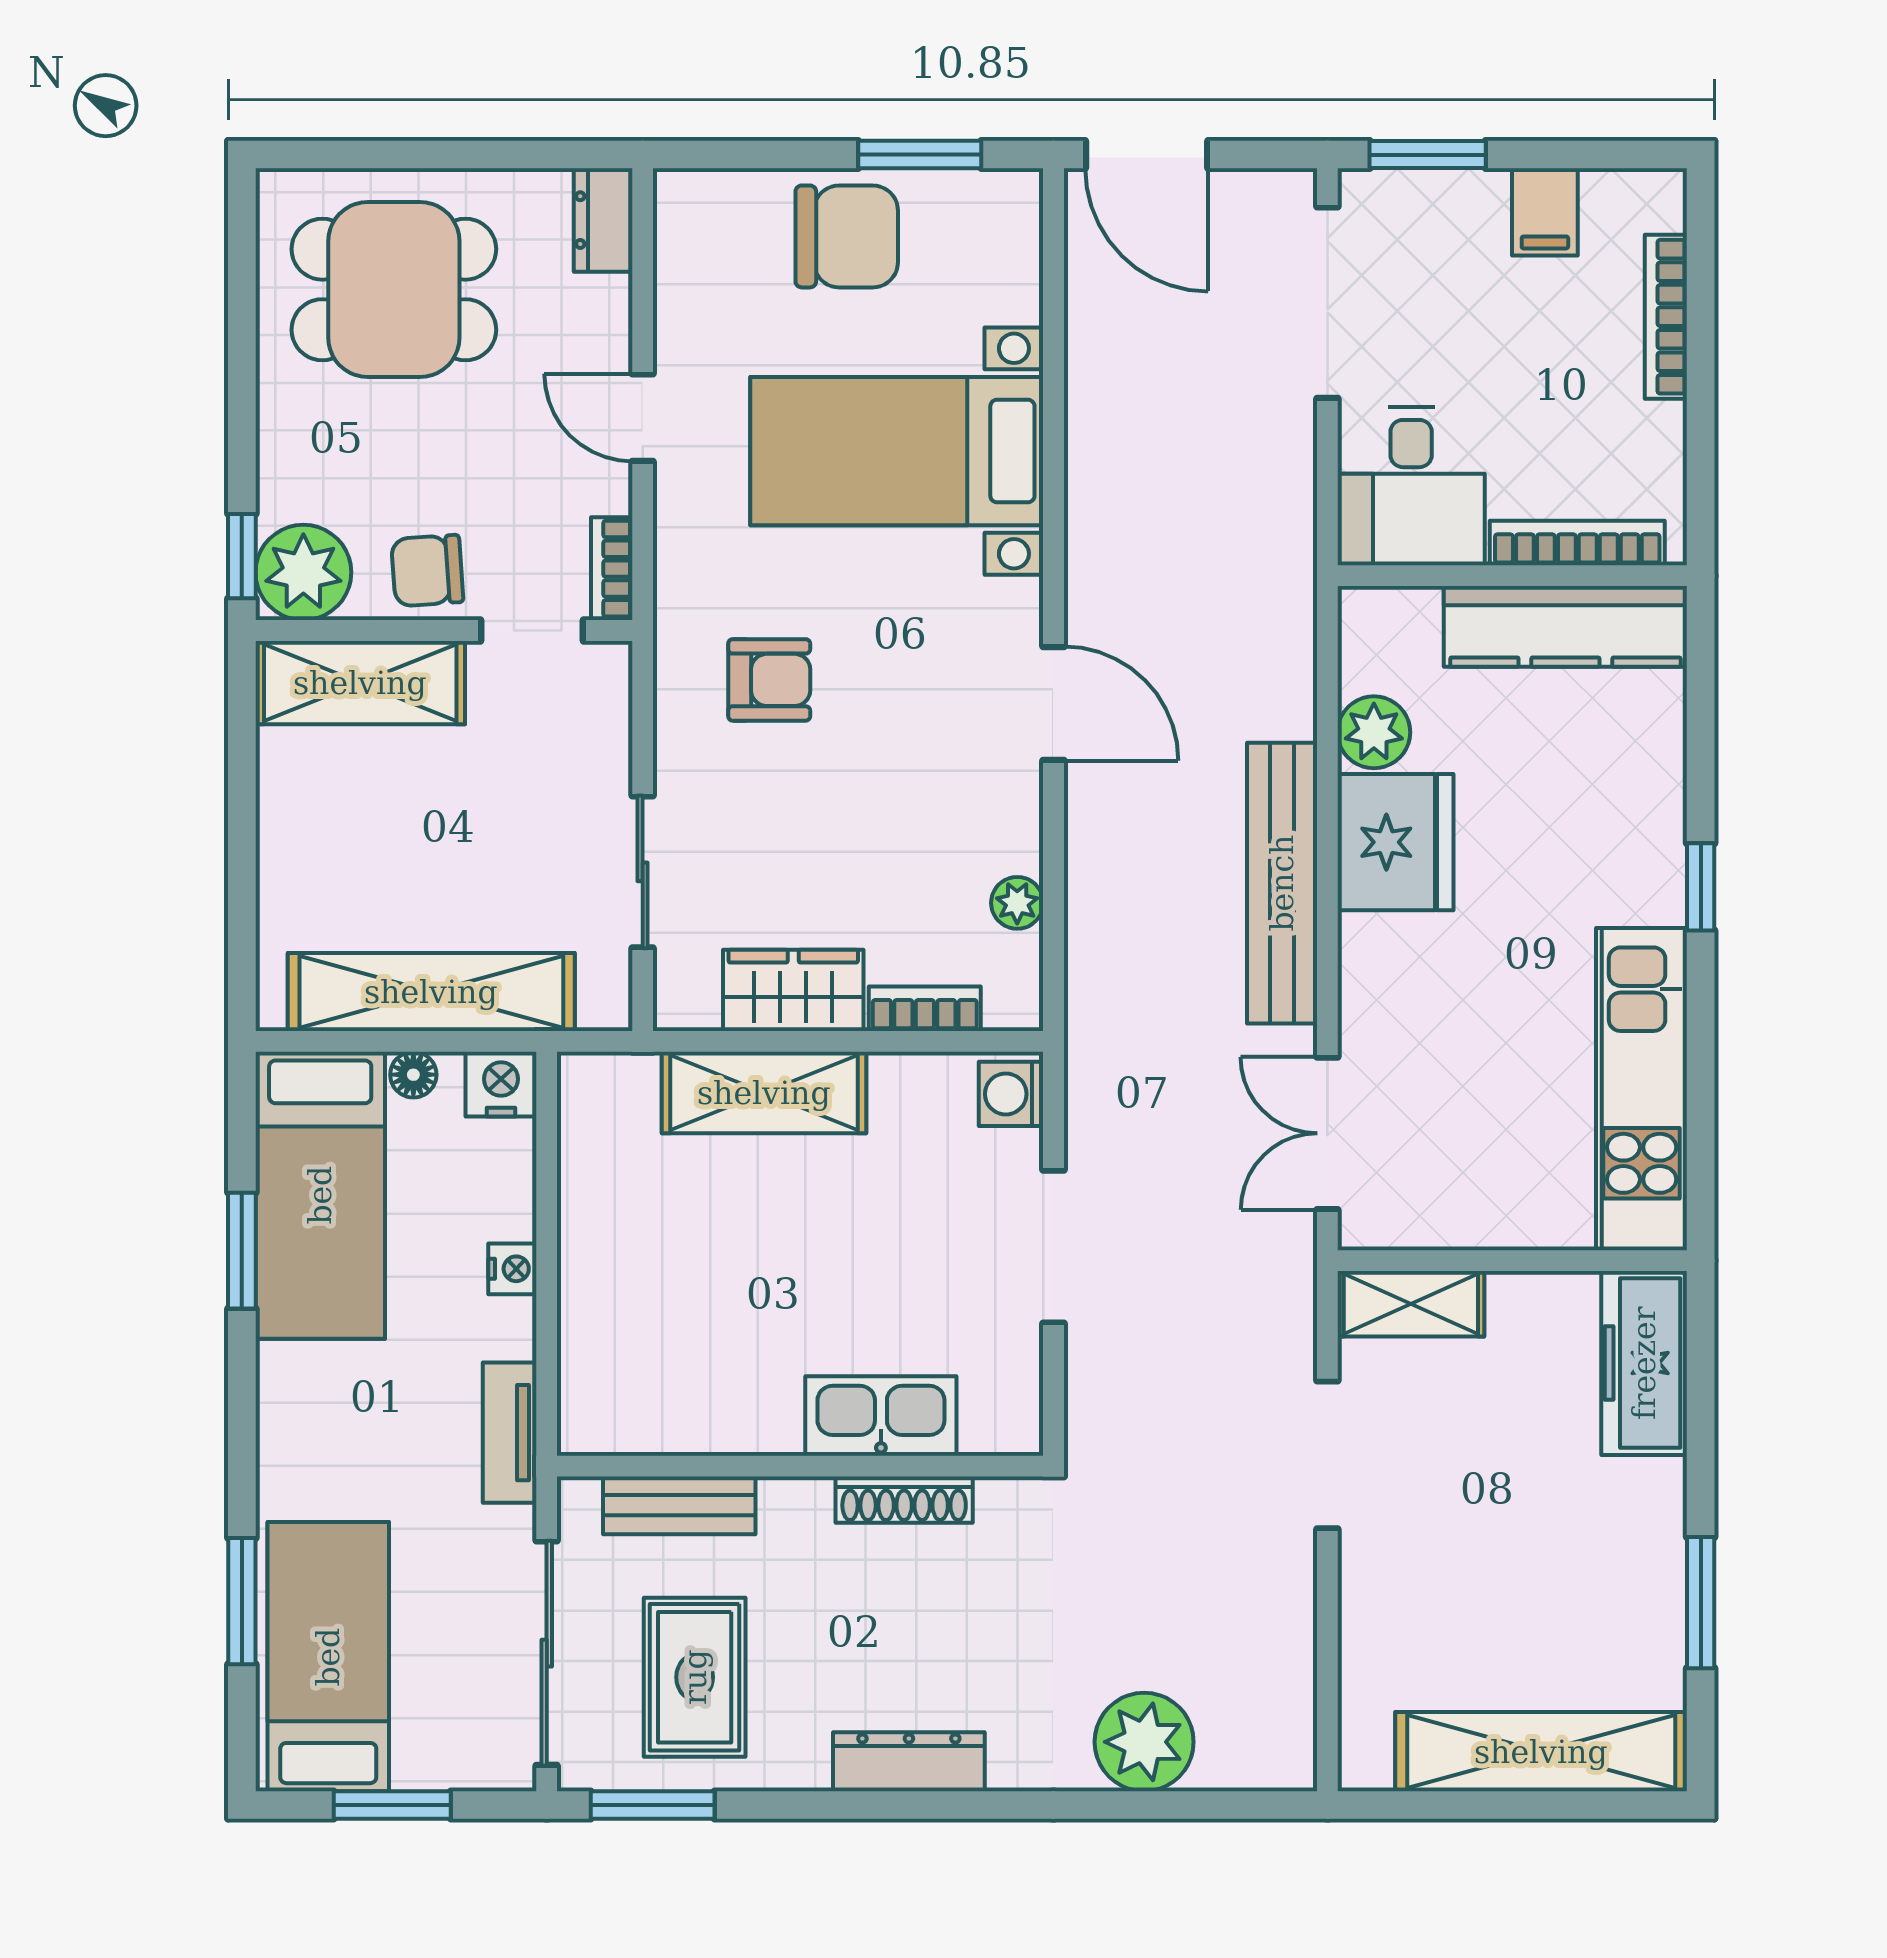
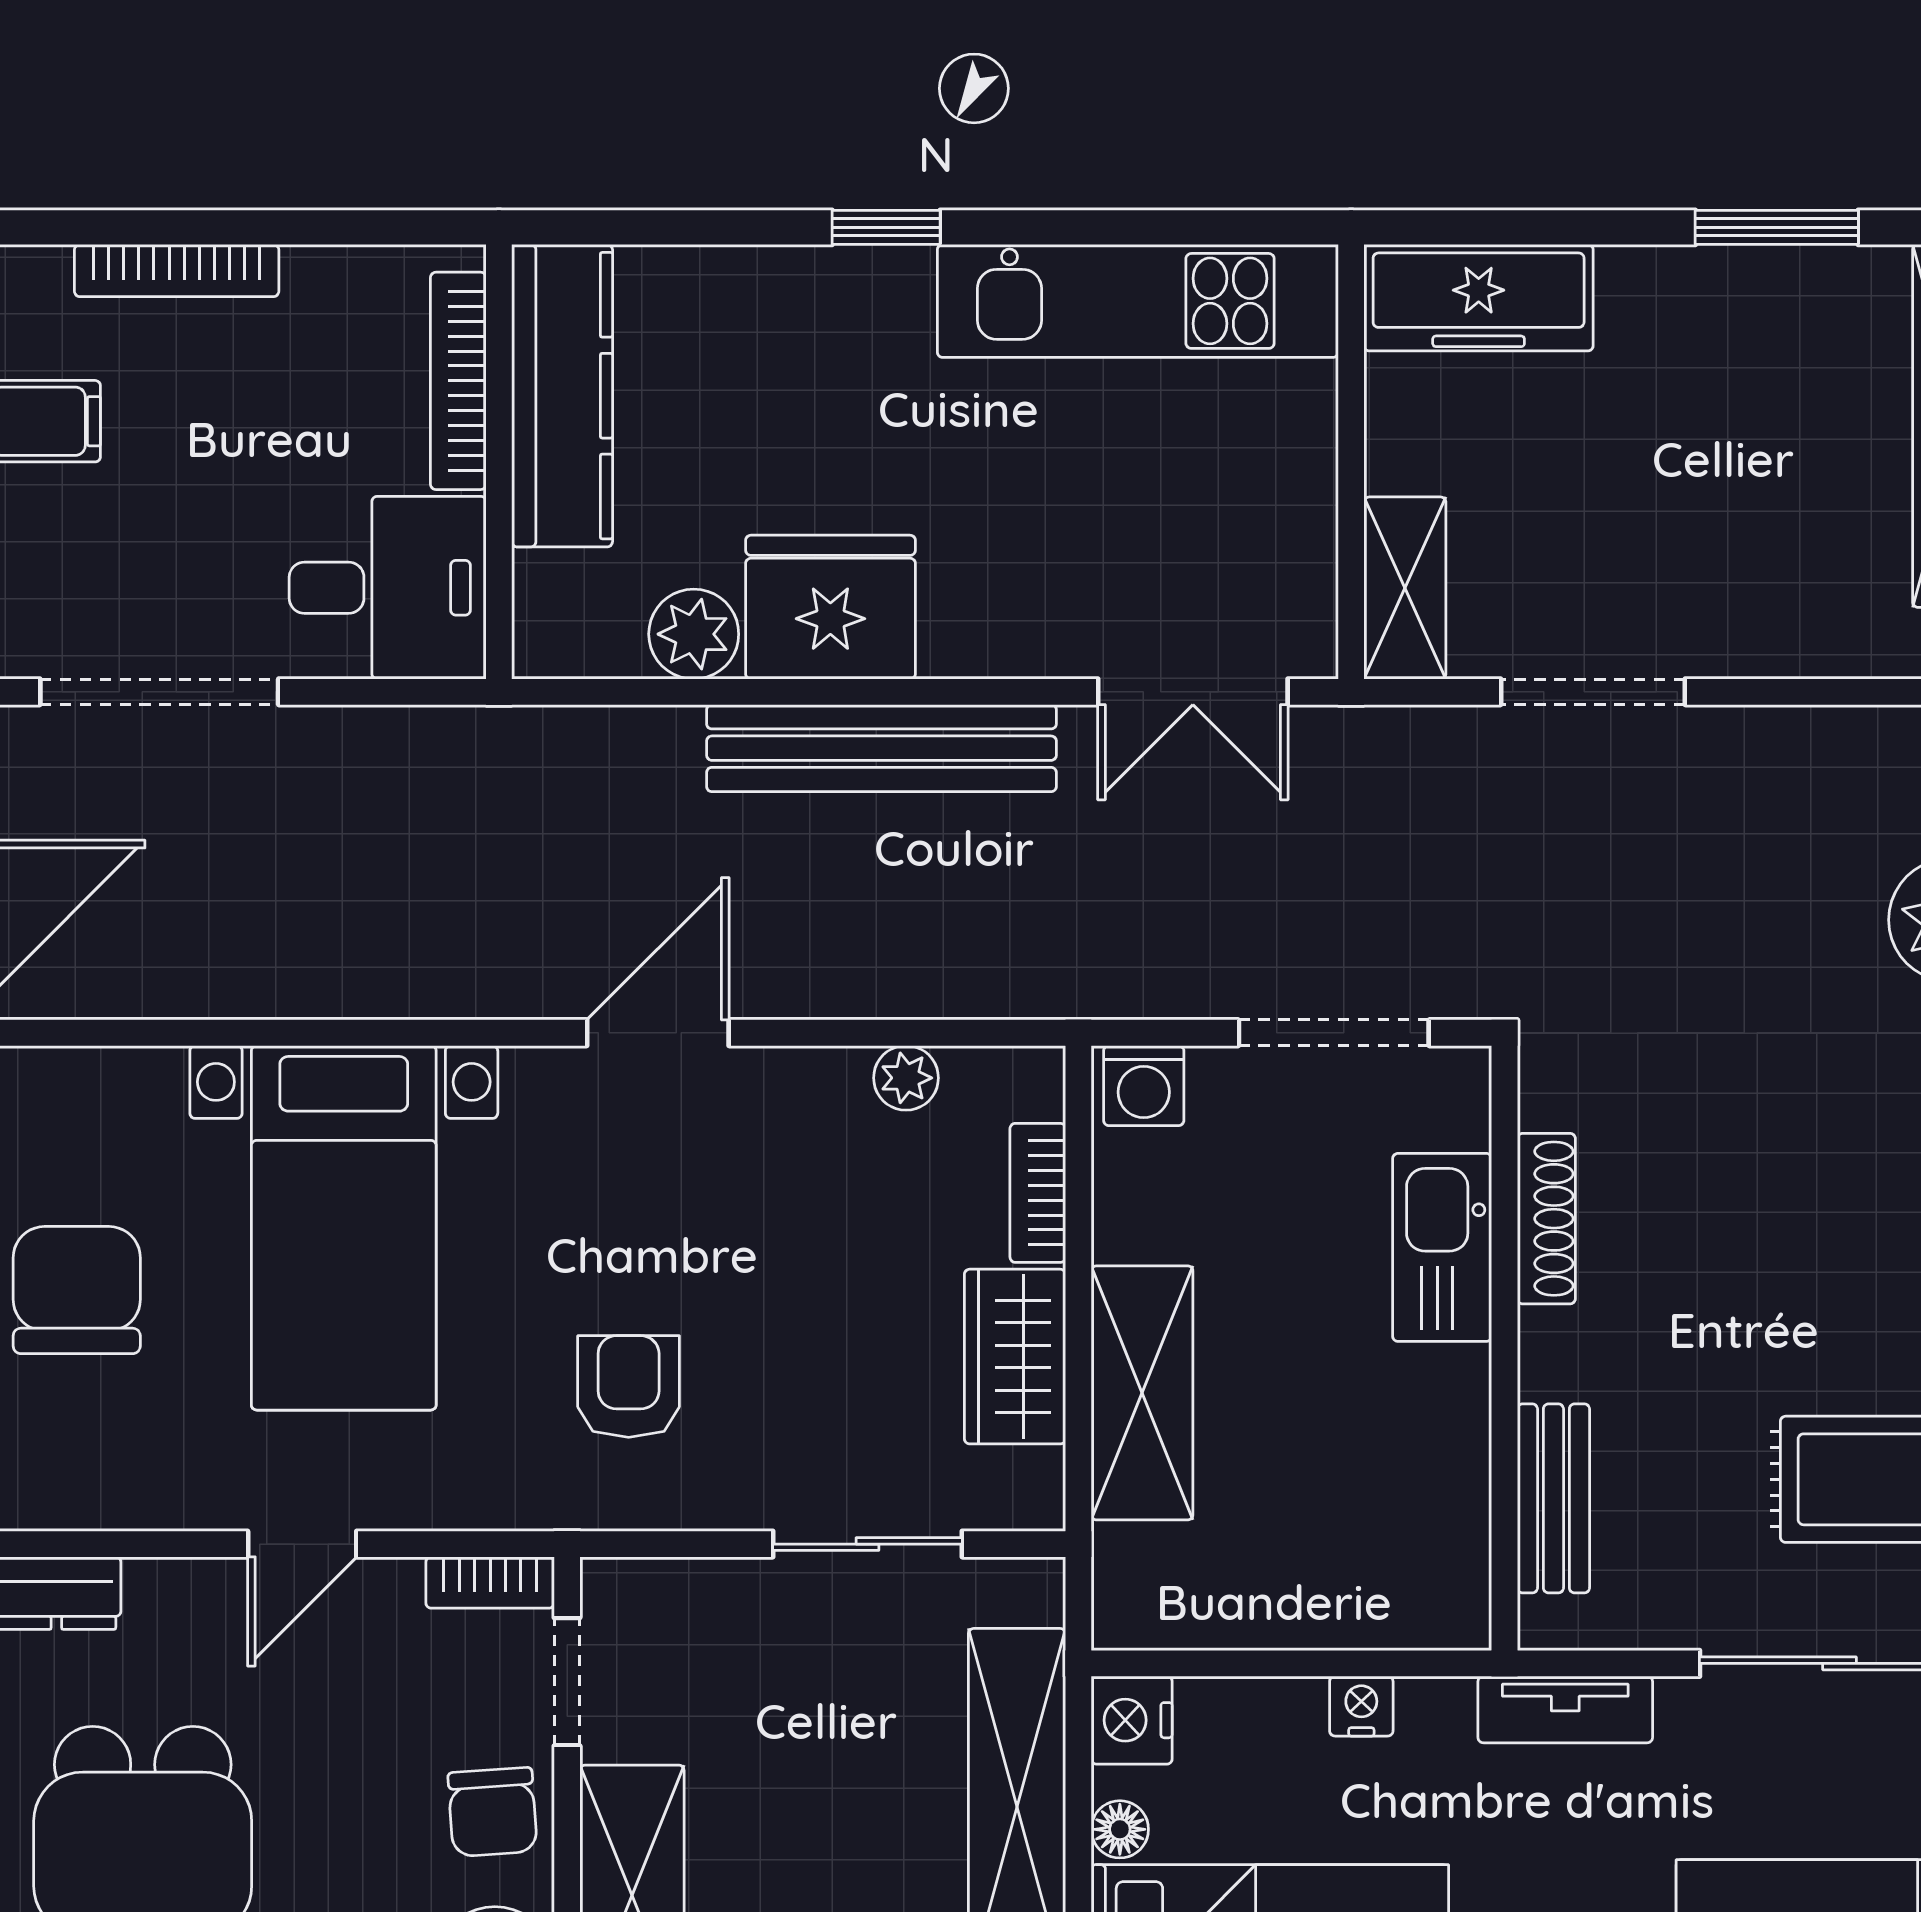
kitchen sink: (881, 1416) -> (1442, 1247), moved
wall: (800, 1466) -> (1505, 1348), moved
shoe rack: (904, 1500) -> (1546, 1219), moved
bench: (679, 1505) -> (1553, 1498), moved

